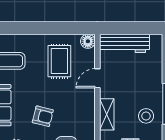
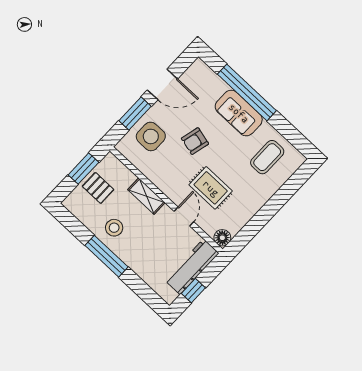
window: (139, 28) -> (193, 291), added
rug: (59, 61) -> (211, 188), moved

